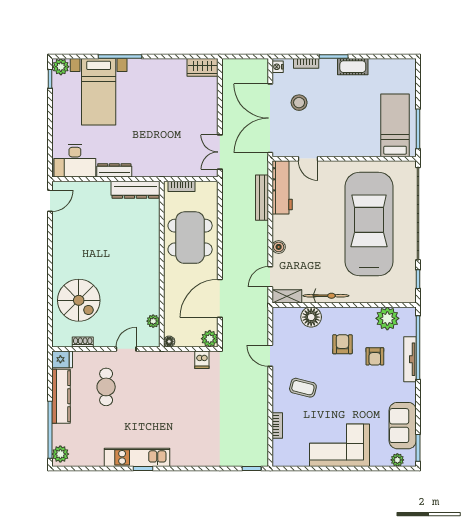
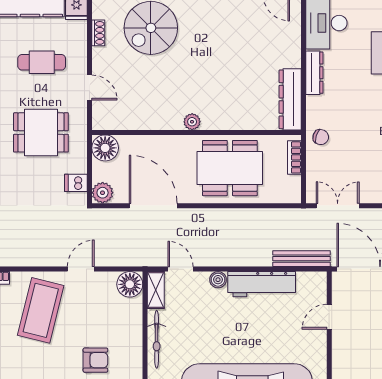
chair: (165, 165) -> (321, 137), added
workbench: (282, 187) -> (262, 284), moved
bench: (262, 198) -> (302, 259), moved
floor lamp: (311, 317) -> (130, 284), moved
plant: (153, 321) -> (192, 122), moved
floor lamp: (169, 341) -> (105, 148), width x1.89, depth x1.89
dining table: (162, 387) -> (41, 132), added
coffee table: (303, 388) -> (41, 310), width x1.86, depth x1.72

